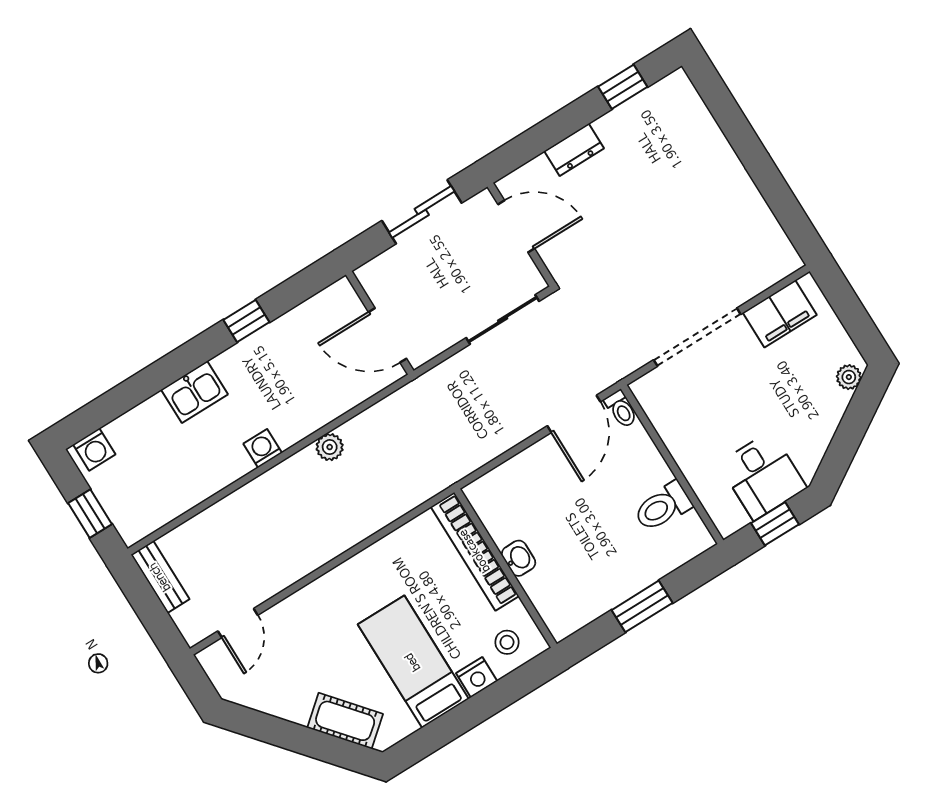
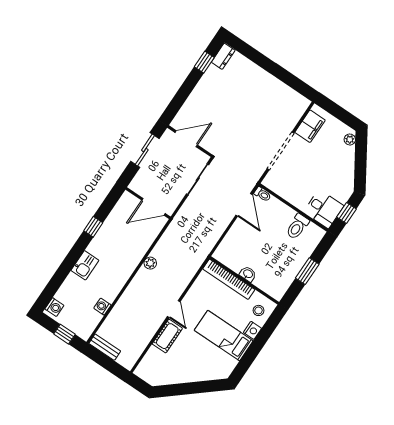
dresser: (574, 150) -> (223, 56), moved
washing machine: (263, 448) -> (102, 307), moved
desk: (763, 476) -> (324, 209), moved
door: (238, 623) -> (174, 309), moved
cot: (345, 721) -> (167, 336), moved, turned -50

